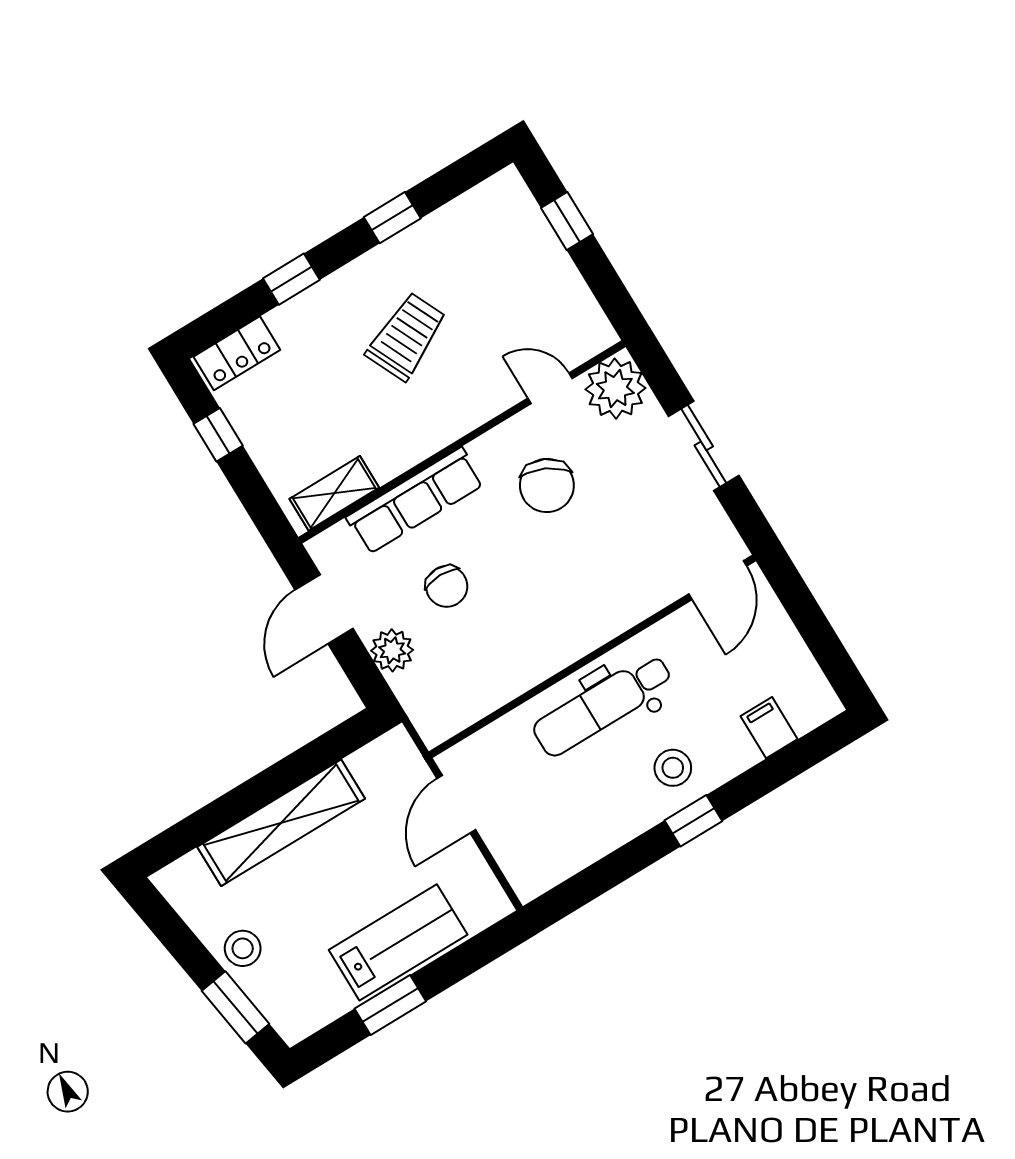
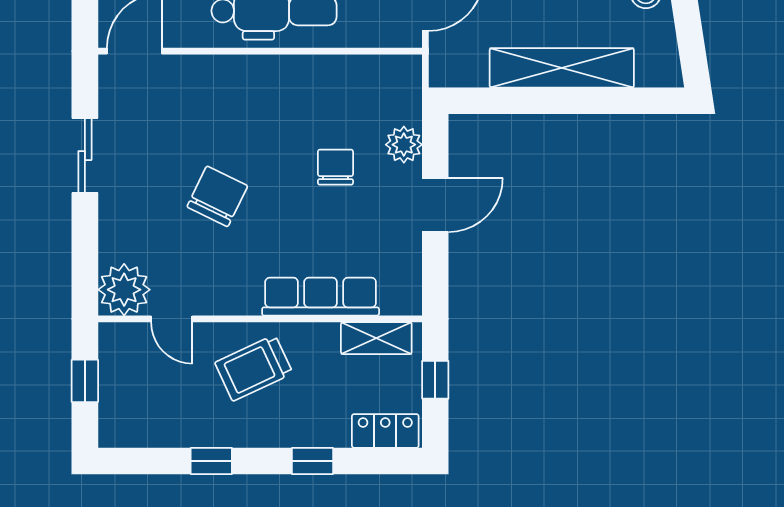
door: (550, 388) -> (172, 319), moved
plant: (615, 389) -> (124, 290), moved
wall: (462, 442) -> (260, 319), moved
shelving: (334, 493) -> (376, 338), moved
row of seats: (415, 501) -> (321, 297), moved

